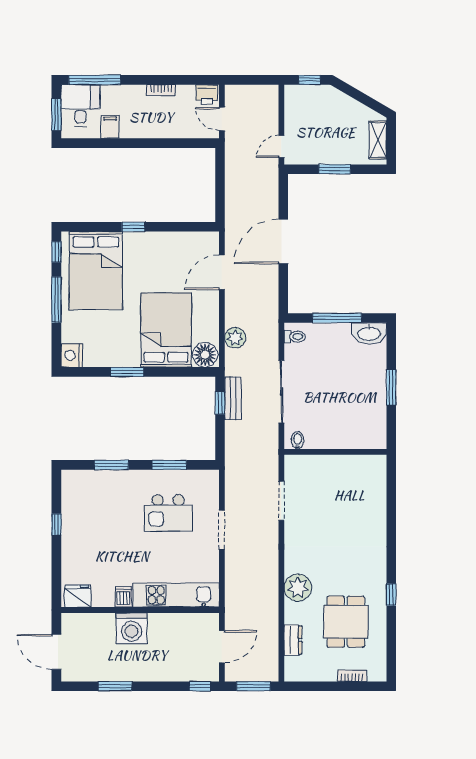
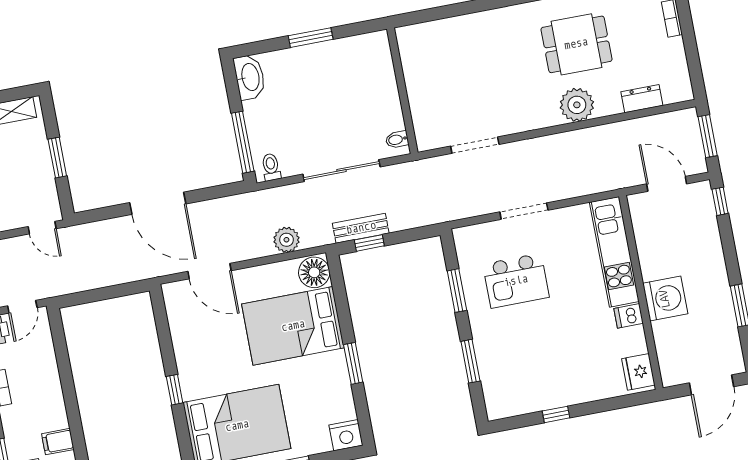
window: (337, 318) -> (243, 142), moved
kitchen island: (168, 513) -> (516, 281), turned 90
dining table: (346, 622) -> (576, 44), moved

